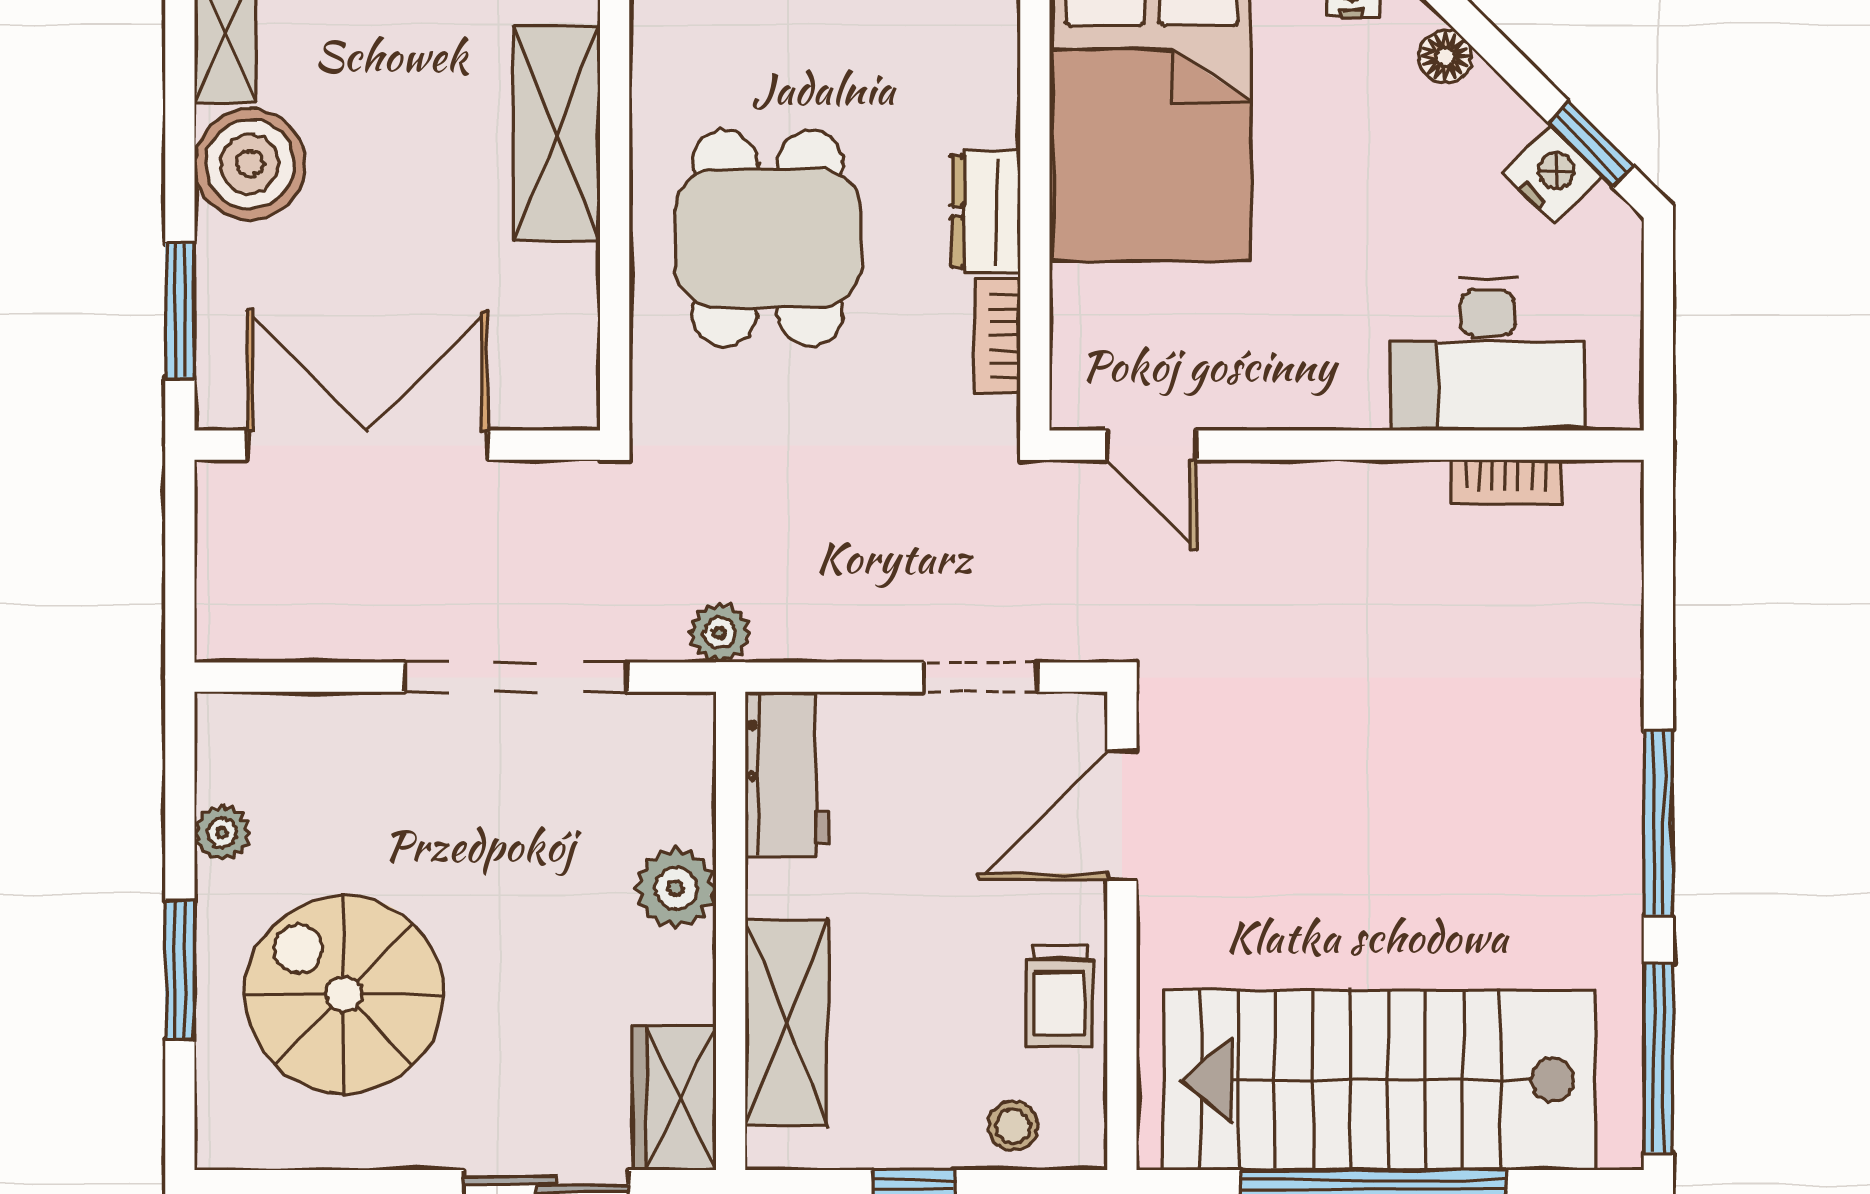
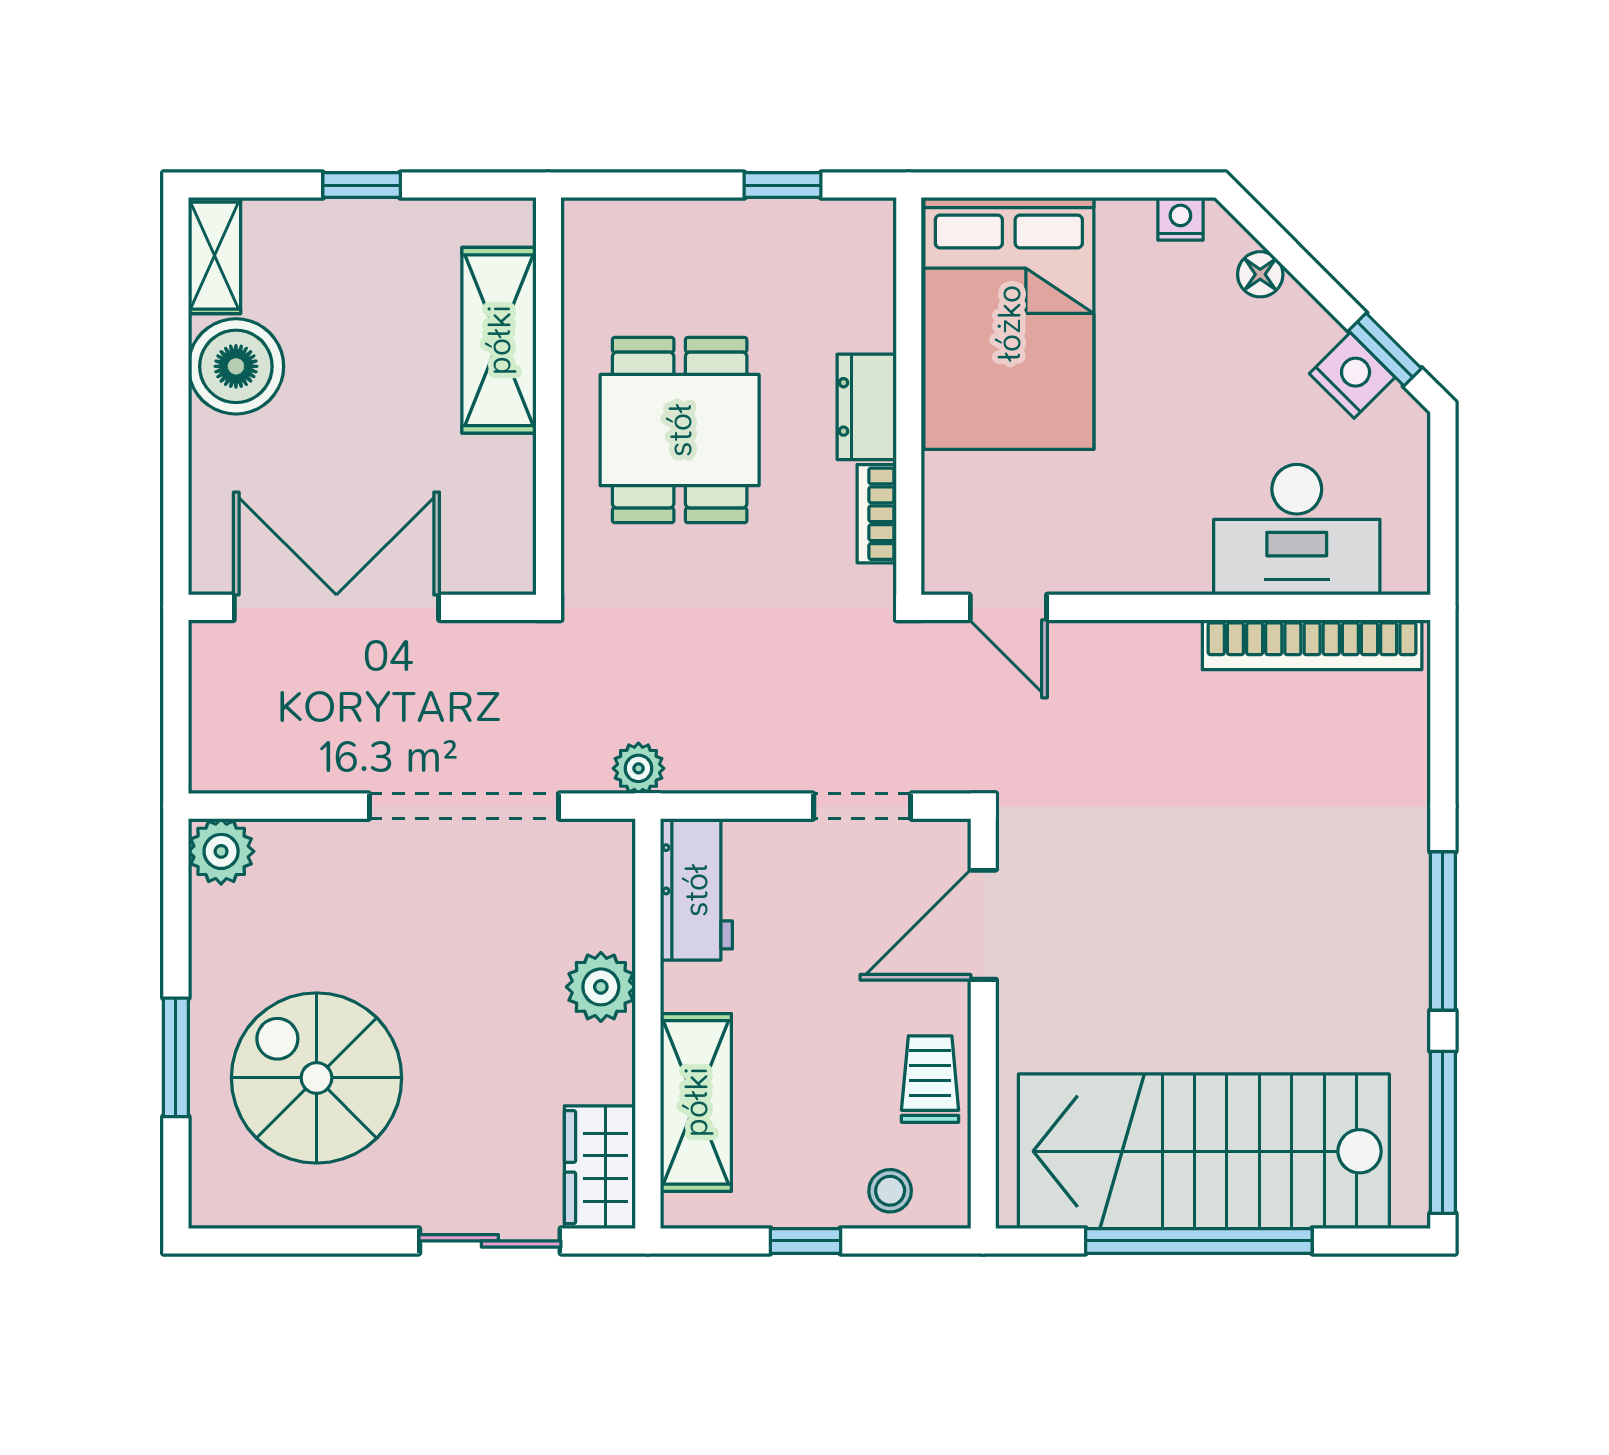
window: (180, 311) -> (176, 492), removed
bookcase: (1506, 482) -> (1312, 645), width x2.31, depth x1.31
plant: (222, 833) -> (221, 851), moved, width x1.38, depth x1.38
trolley: (1060, 996) -> (930, 1079), turned 180

